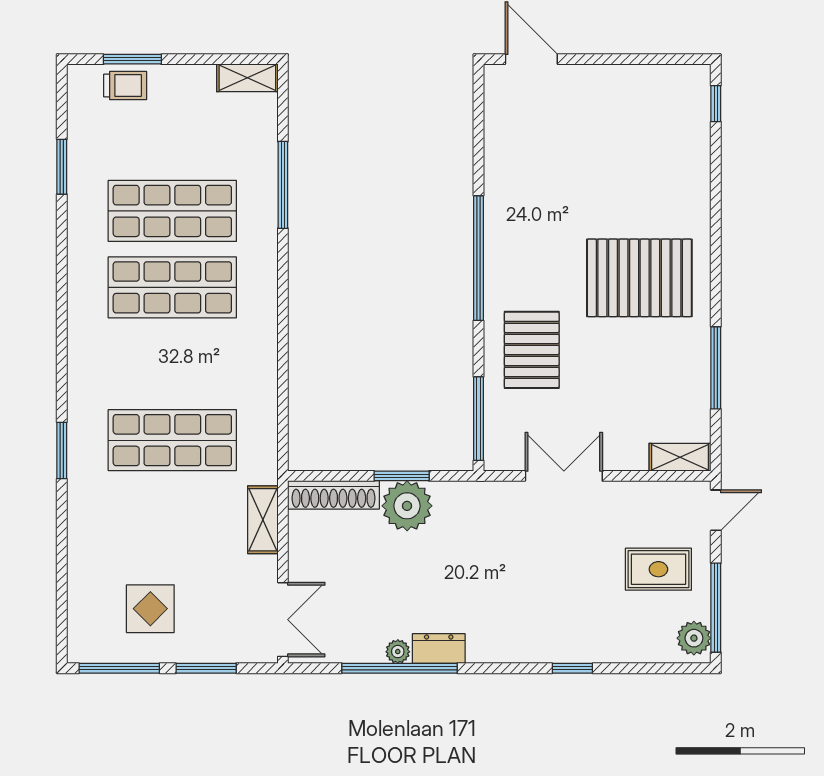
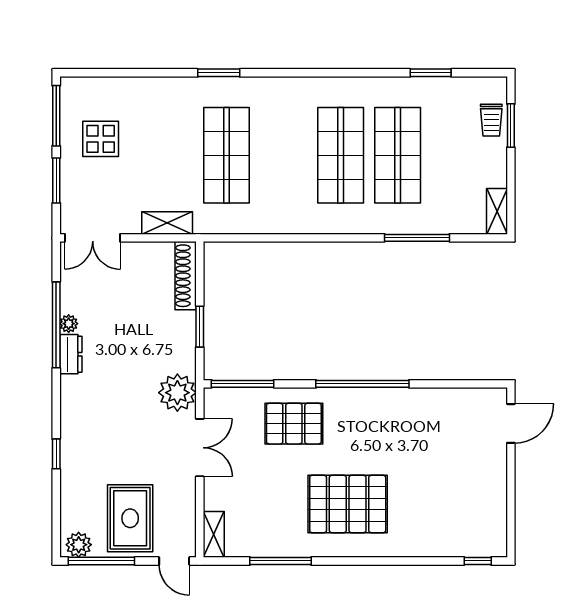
pallet: (639, 278) -> (348, 504), turned 90
plant: (407, 506) -> (177, 393), moved
rug: (658, 569) -> (130, 518), width x1.36, depth x1.43

